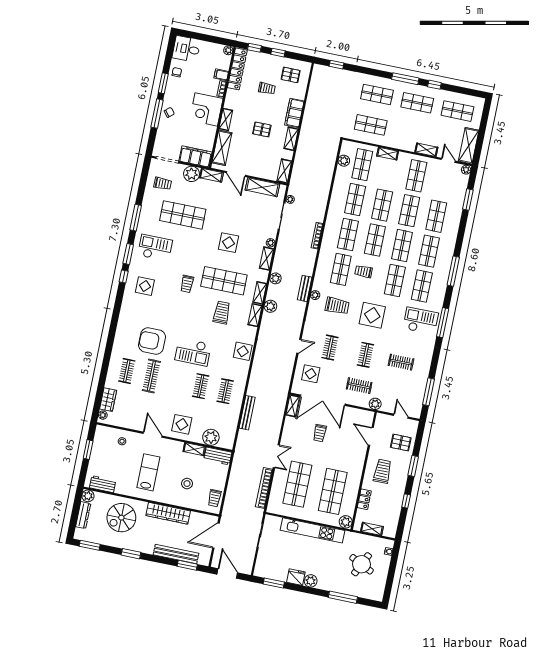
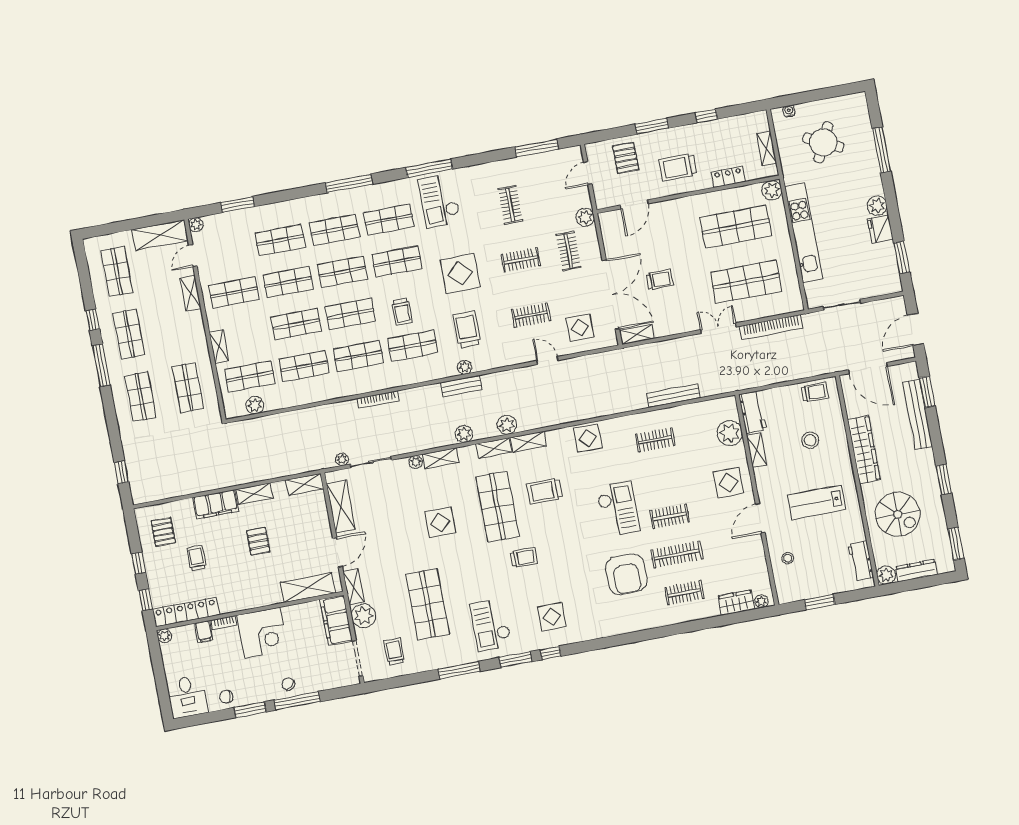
shelving: (226, 120) -> (265, 599), removed
clothes rail: (201, 386) -> (670, 516), moved

